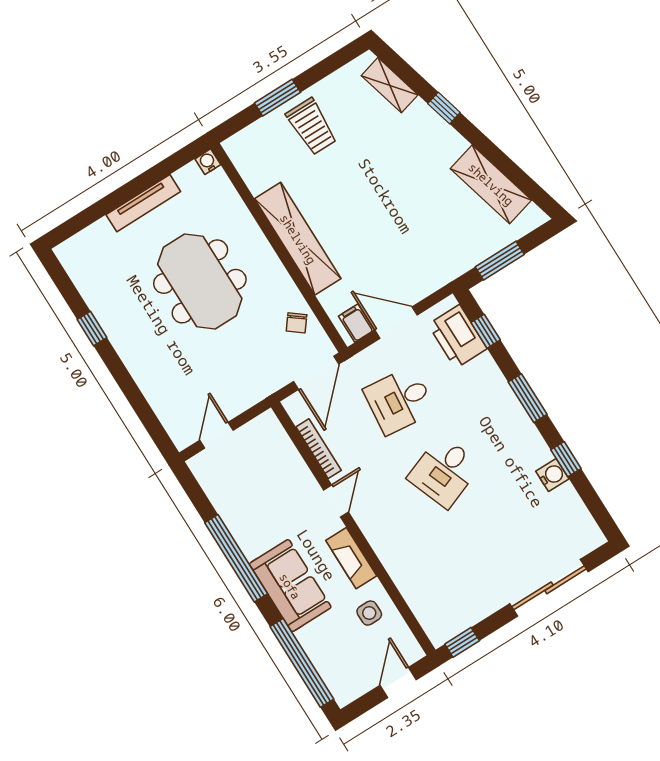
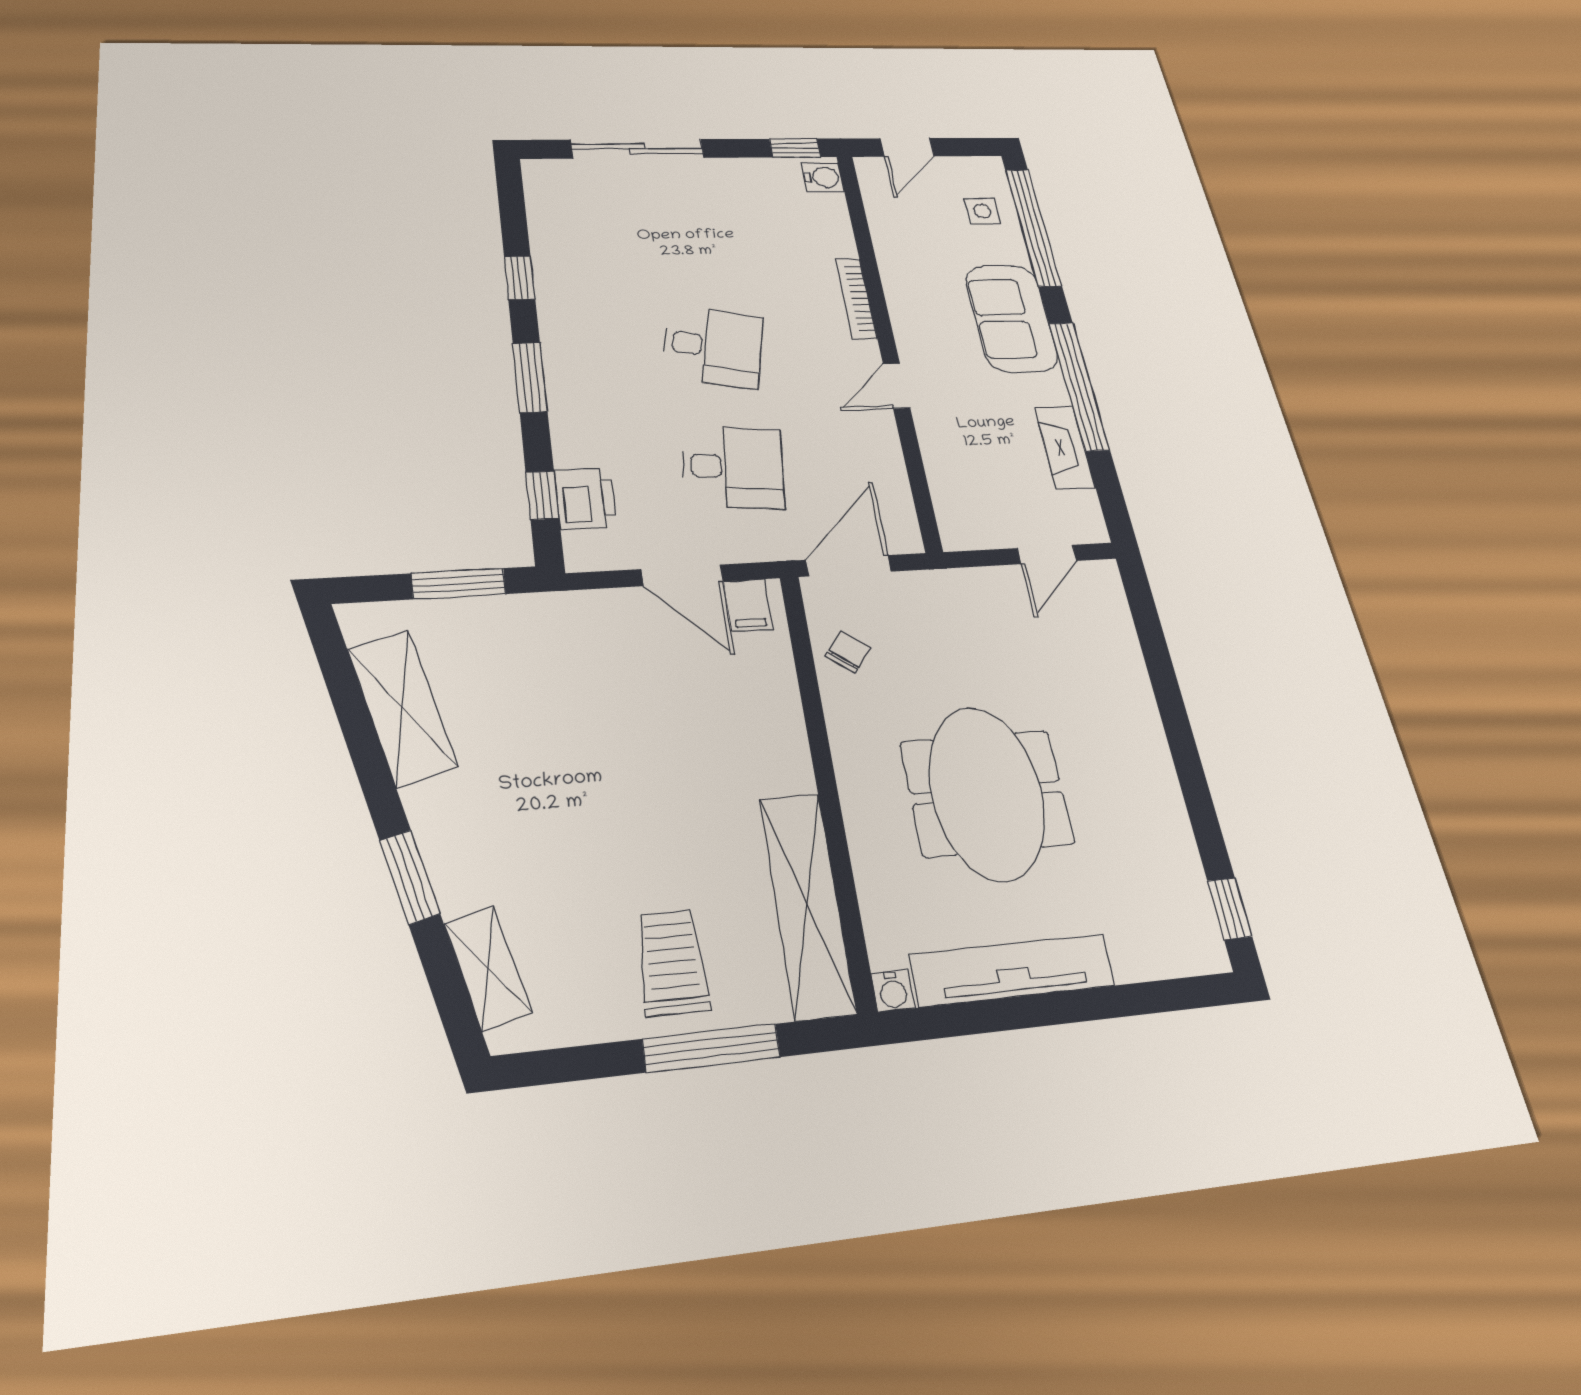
window: (277, 98) -> (711, 1048), width x1.44
window: (444, 108) -> (410, 877), width x1.50
tv unit: (143, 203) -> (1012, 970), width x1.36, depth x1.29
shelving: (298, 239) -> (807, 904), moved
window: (92, 328) -> (1230, 909), moved
printer: (457, 336) -> (586, 498), width x0.73, depth x0.84
bookcase: (319, 449) -> (856, 298), moved
desk: (444, 471) -> (713, 347), turned 33
water cooler: (552, 475) -> (823, 177), moved, turned 180
fireplace: (351, 558) -> (1065, 447), moved, turned 180
side table: (369, 613) -> (982, 211), moved

